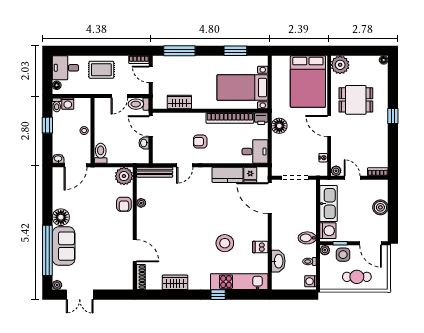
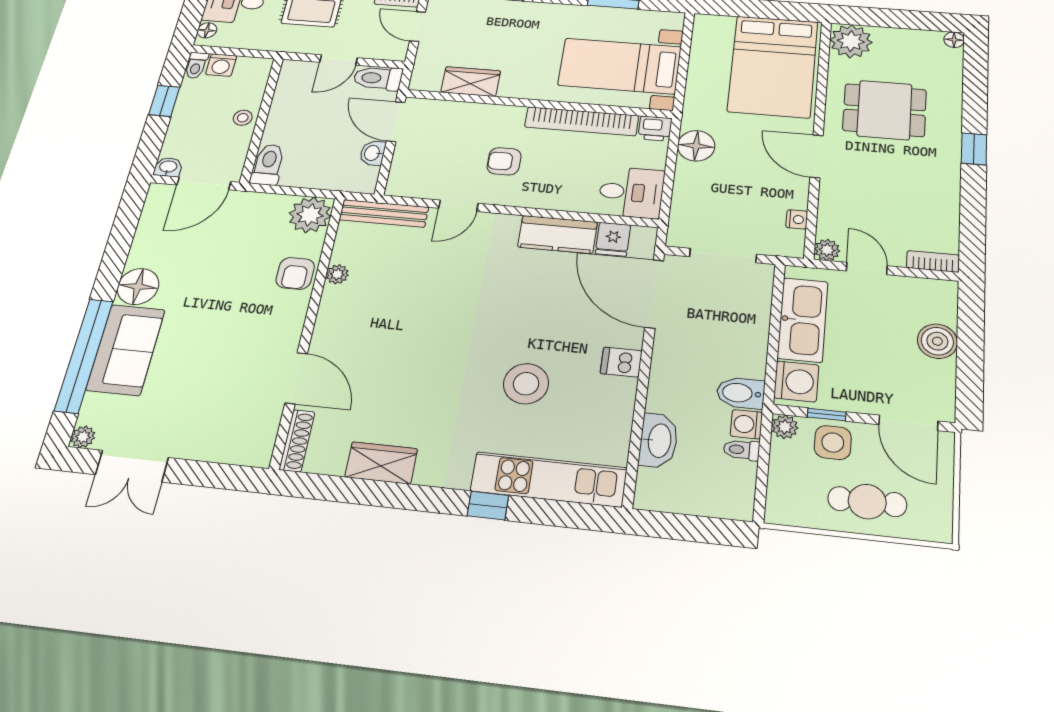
dishwasher: (260, 247) -> (621, 362), moved
washing machine: (310, 281) -> (746, 424), moved

